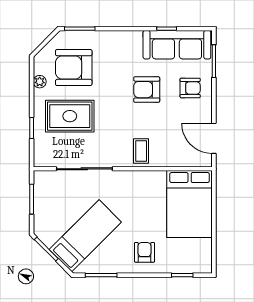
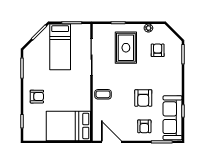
armchair: (74, 68) -> (158, 50), width x0.53, depth x0.53
armchair: (147, 90) -> (143, 98), turned 180
door: (214, 138) -> (111, 142), hinge flipped
bed: (85, 236) -> (60, 47), moved, turned 45

